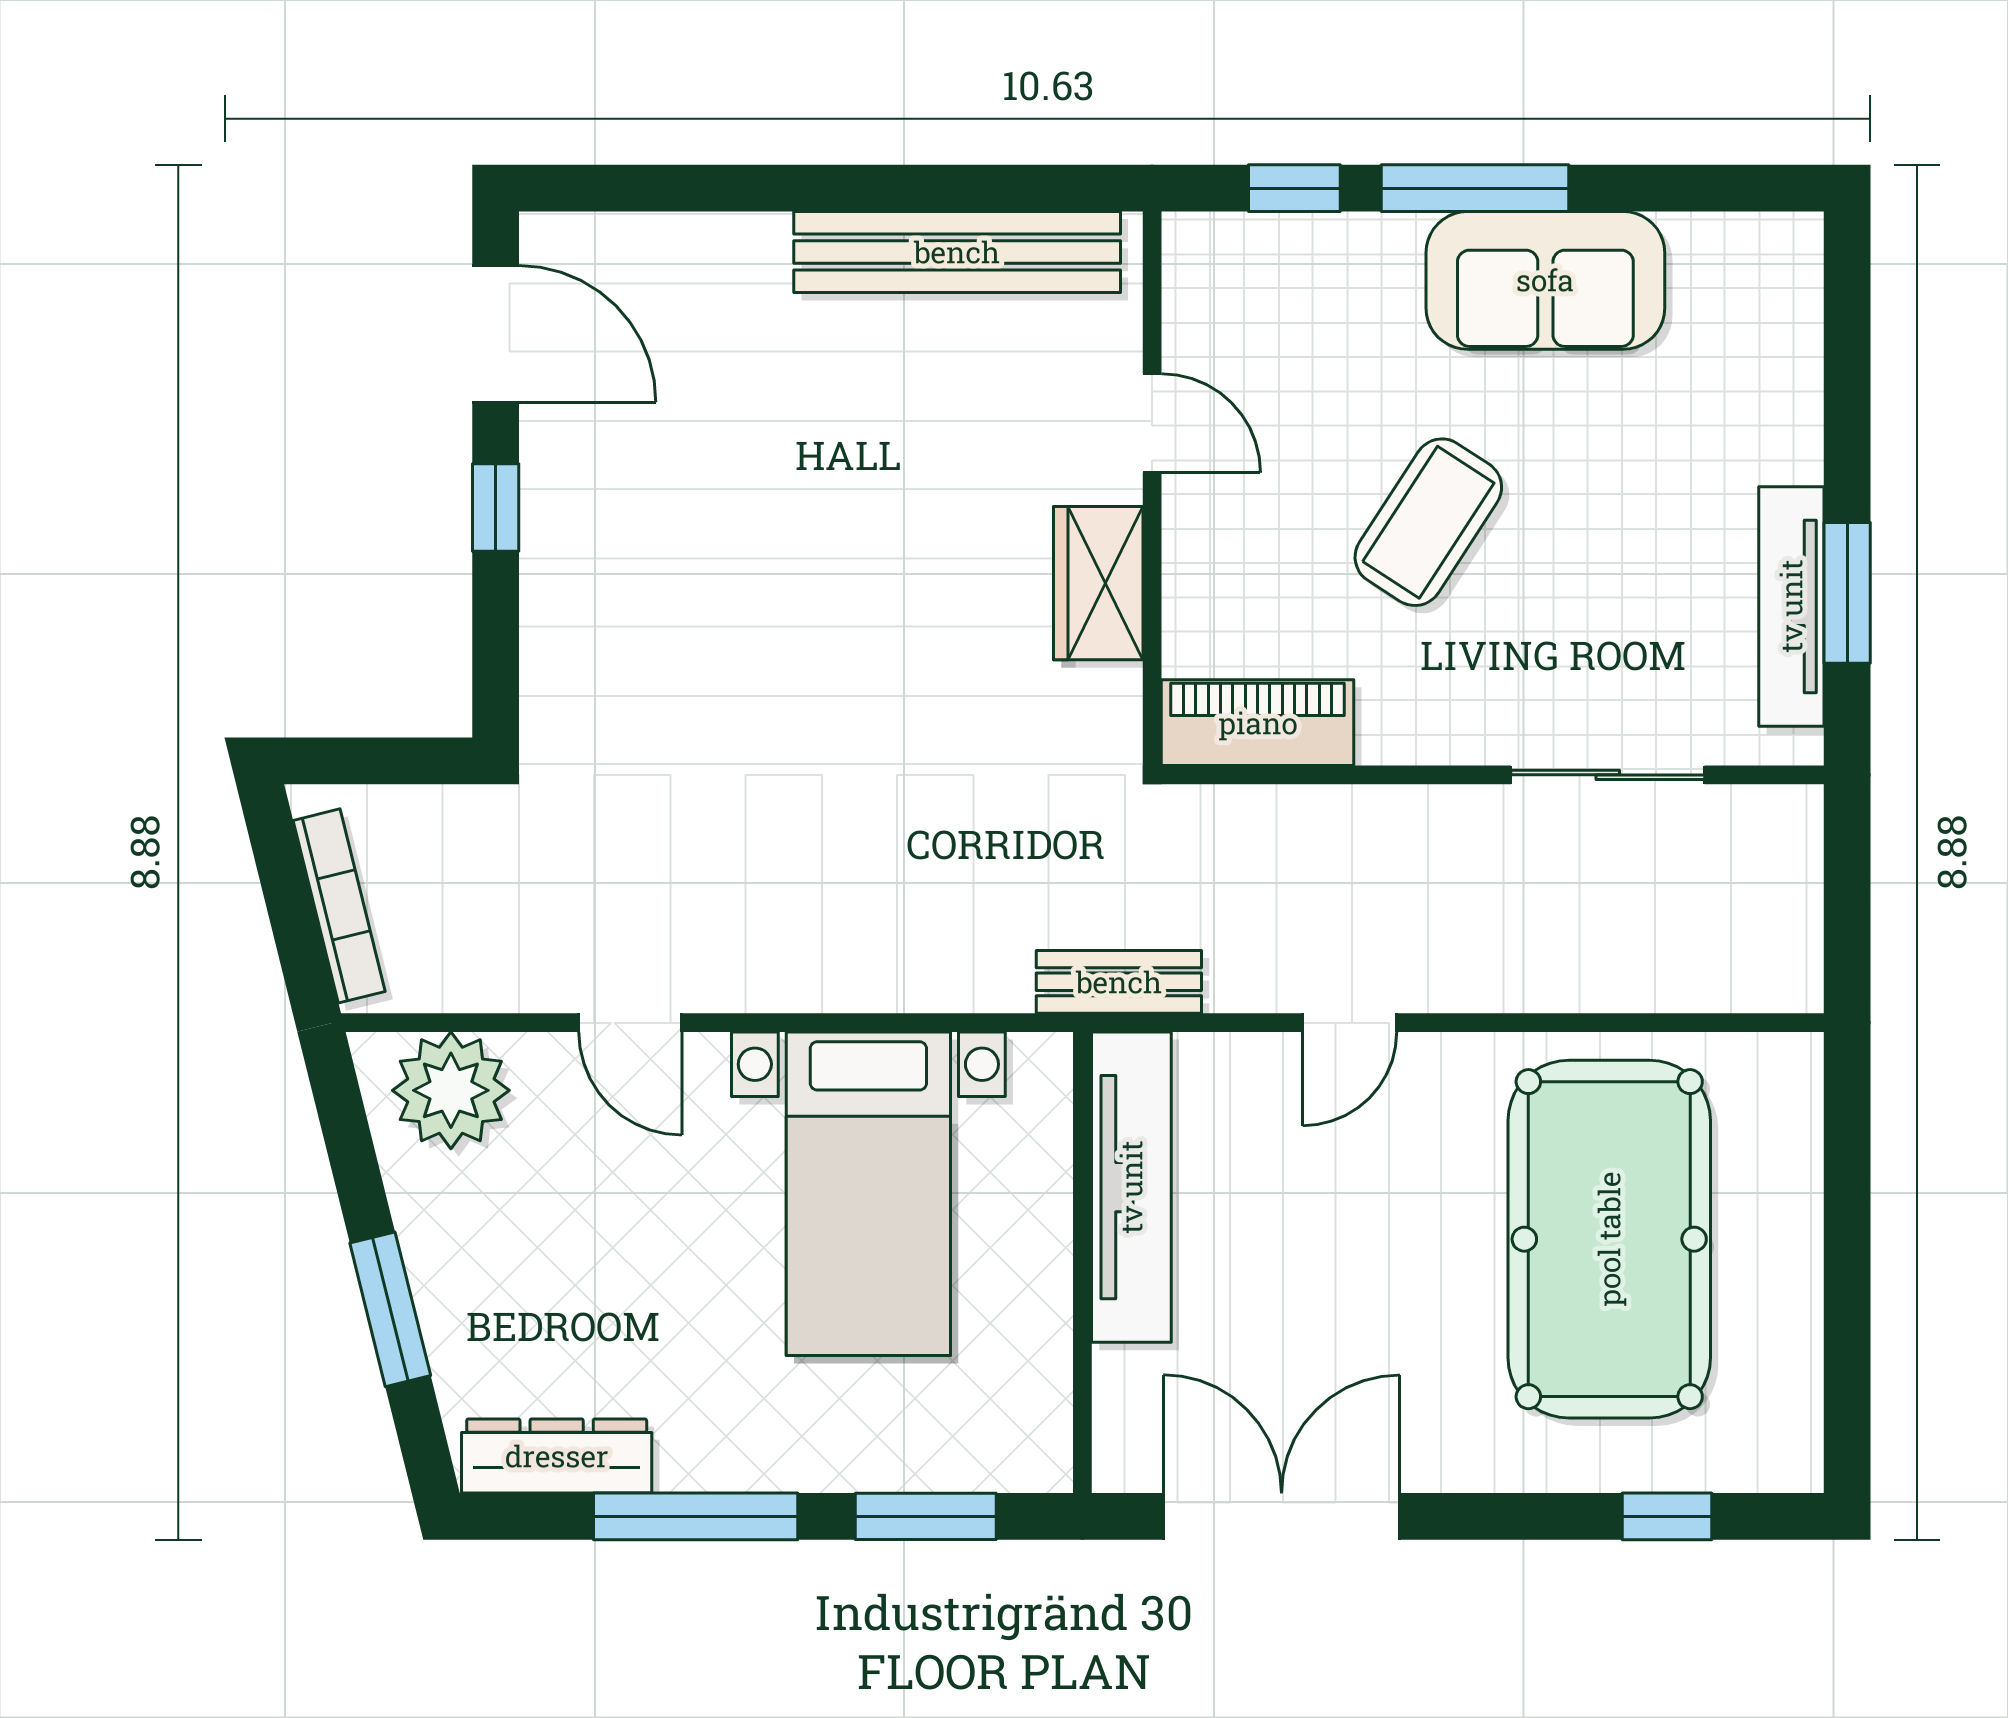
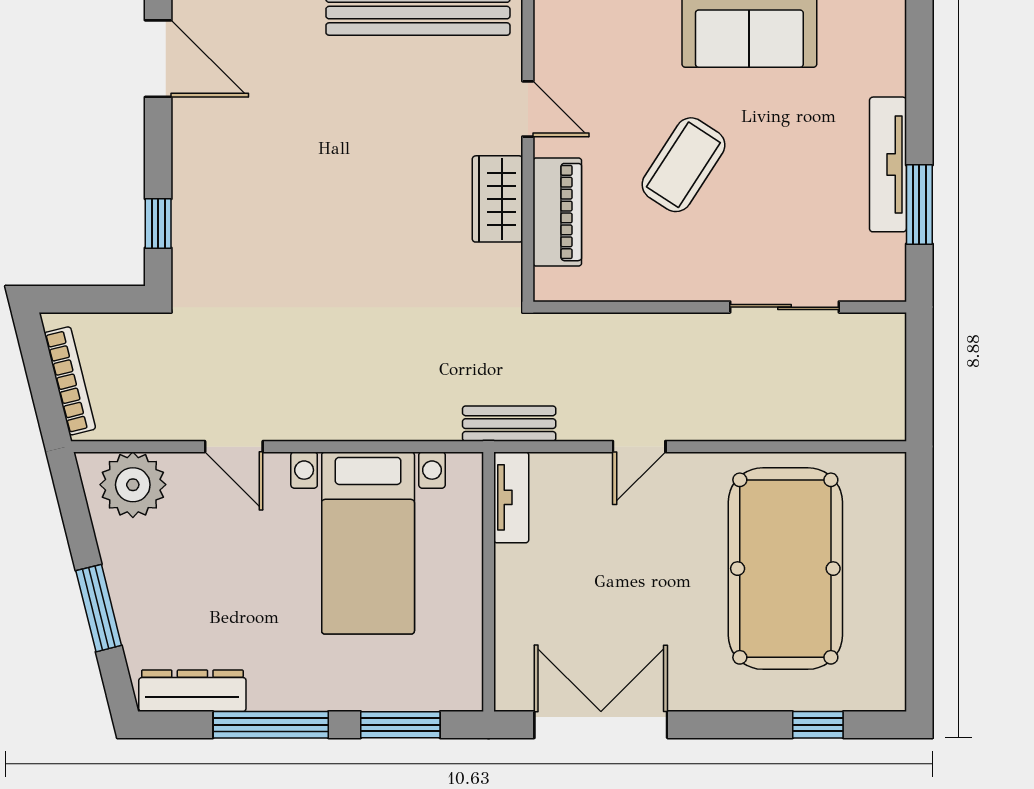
window: (496, 507) -> (158, 223), moved
tv unit: (1791, 606) -> (888, 164), moved
piano: (1258, 723) -> (557, 212), moved, turned 90
tv unit: (1131, 1187) -> (511, 497), width x0.52, depth x0.78

